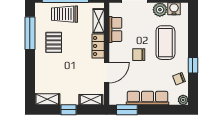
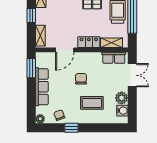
row of seats: (115, 29) -> (114, 58), moved
coffee table: (165, 43) -> (92, 103), width x0.73, depth x0.76
door: (107, 73) -> (65, 50), hinge flipped

